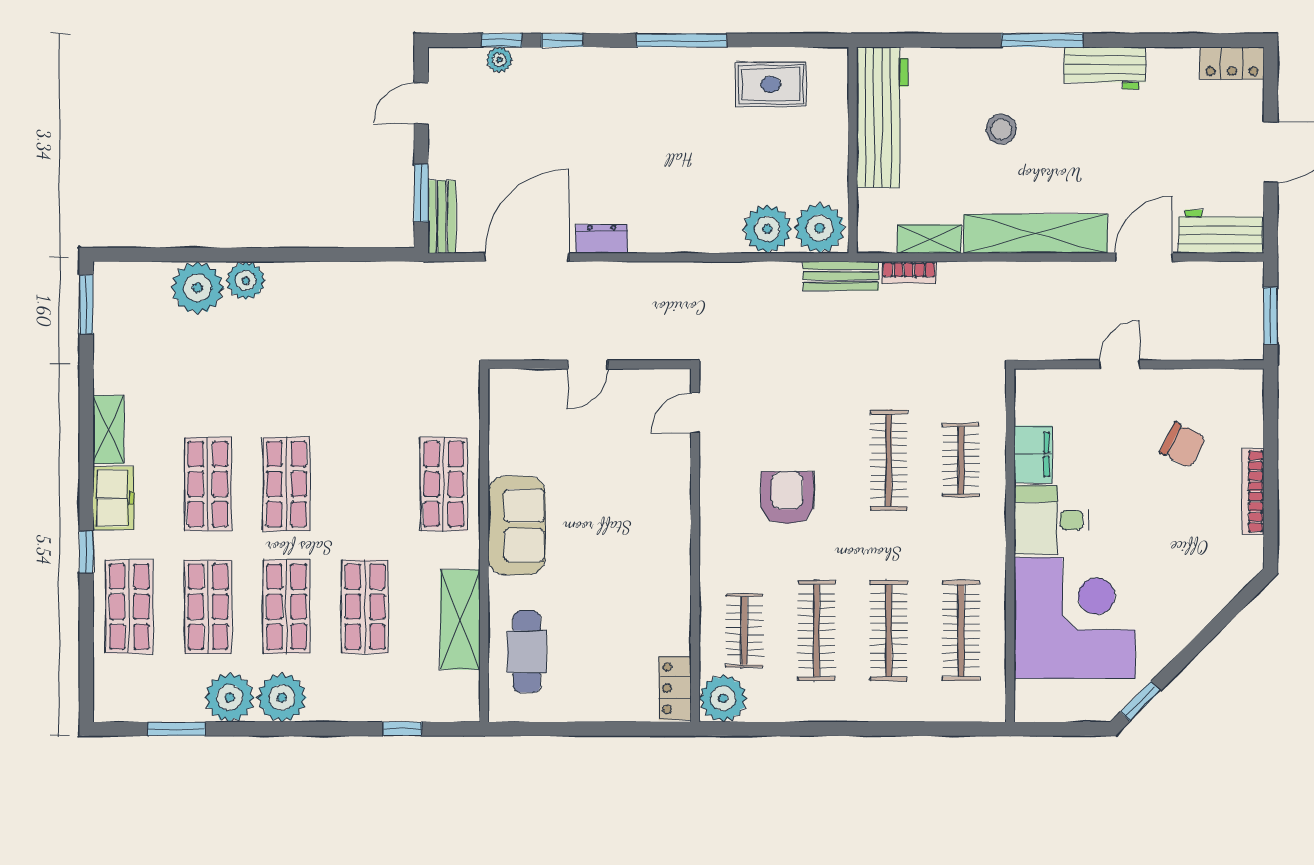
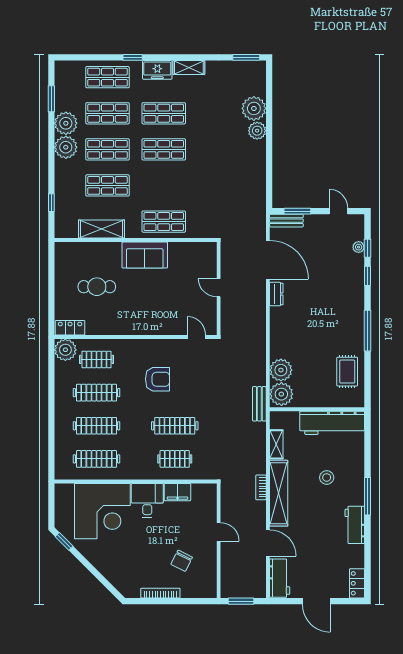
bookcase: (909, 272) -> (261, 487), moved
cafe table: (527, 652) -> (97, 287), moved

